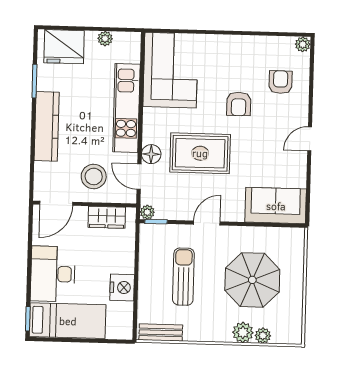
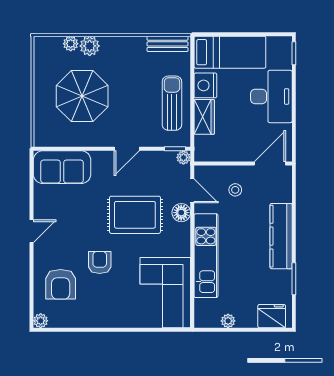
fridge: (64, 47) -> (272, 316), width x0.73, depth x0.75
armchair: (281, 82) -> (61, 284), width x1.38, depth x1.38
stool: (94, 176) -> (235, 190), width x0.53, depth x0.53
wardrobe: (107, 217) -> (204, 117), moved, turned 90
sun lounger: (183, 277) -> (172, 103), moved, turned 180
bed: (68, 321) -> (230, 52), moved, turned 180

